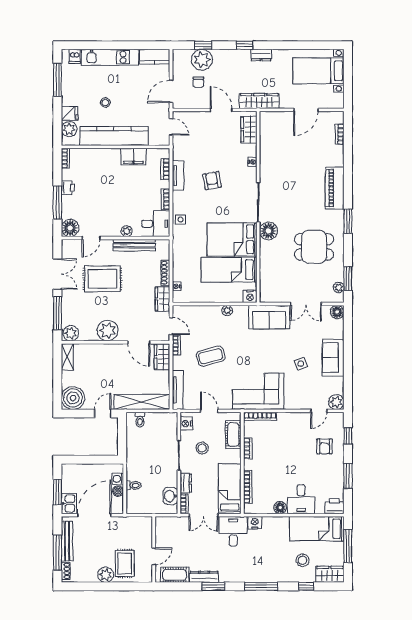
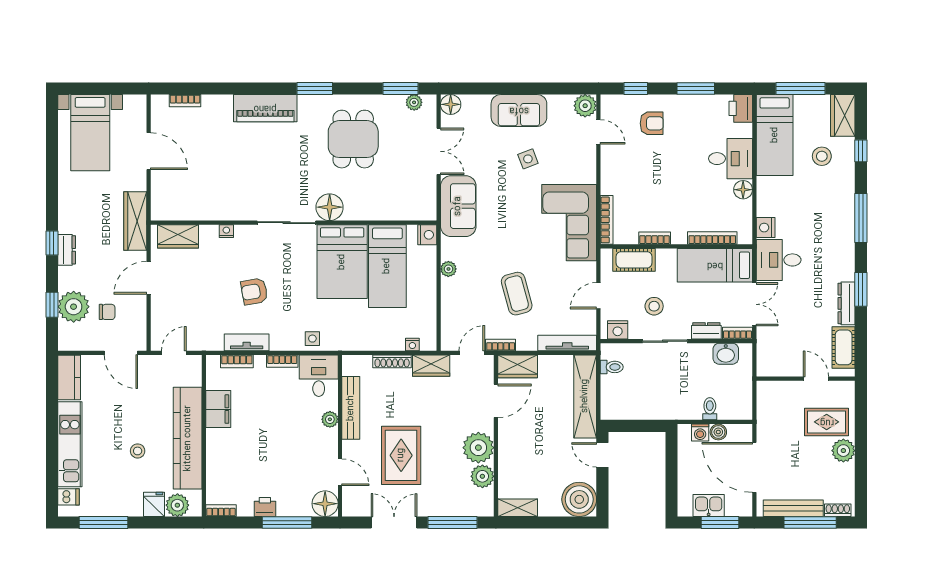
dresser: (261, 55) -> (67, 250), moved
plant: (71, 333) -> (482, 476), moved
toilet: (140, 420) -> (612, 367), moved
kitchen sink: (69, 504) -> (709, 505), moved

